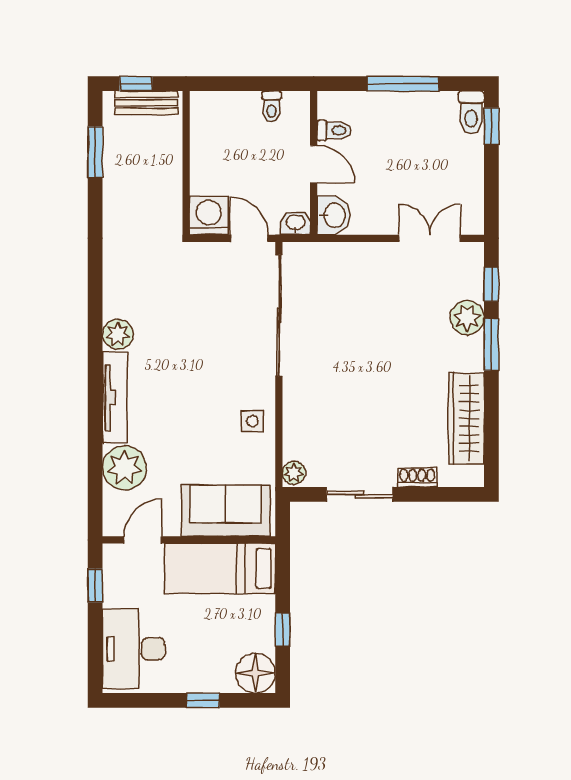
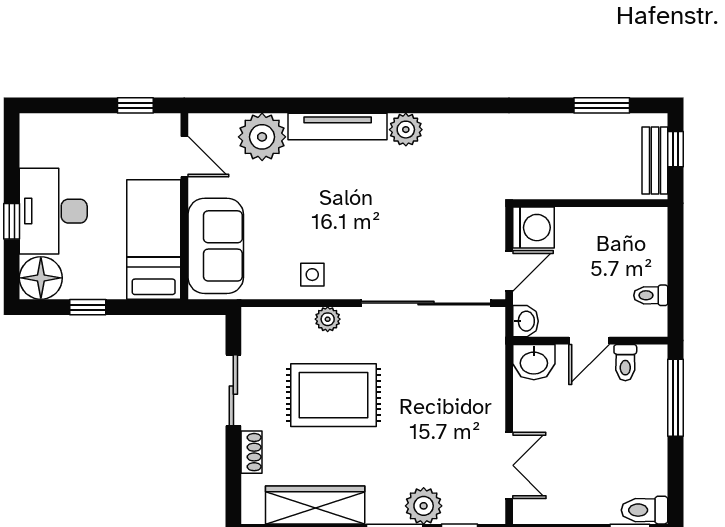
window: (403, 84) -> (676, 398), moved
rug: (364, 401) -> (334, 395), added
plant: (294, 473) -> (328, 319), moved
desk: (134, 649) -> (53, 211), moved, turned -90

